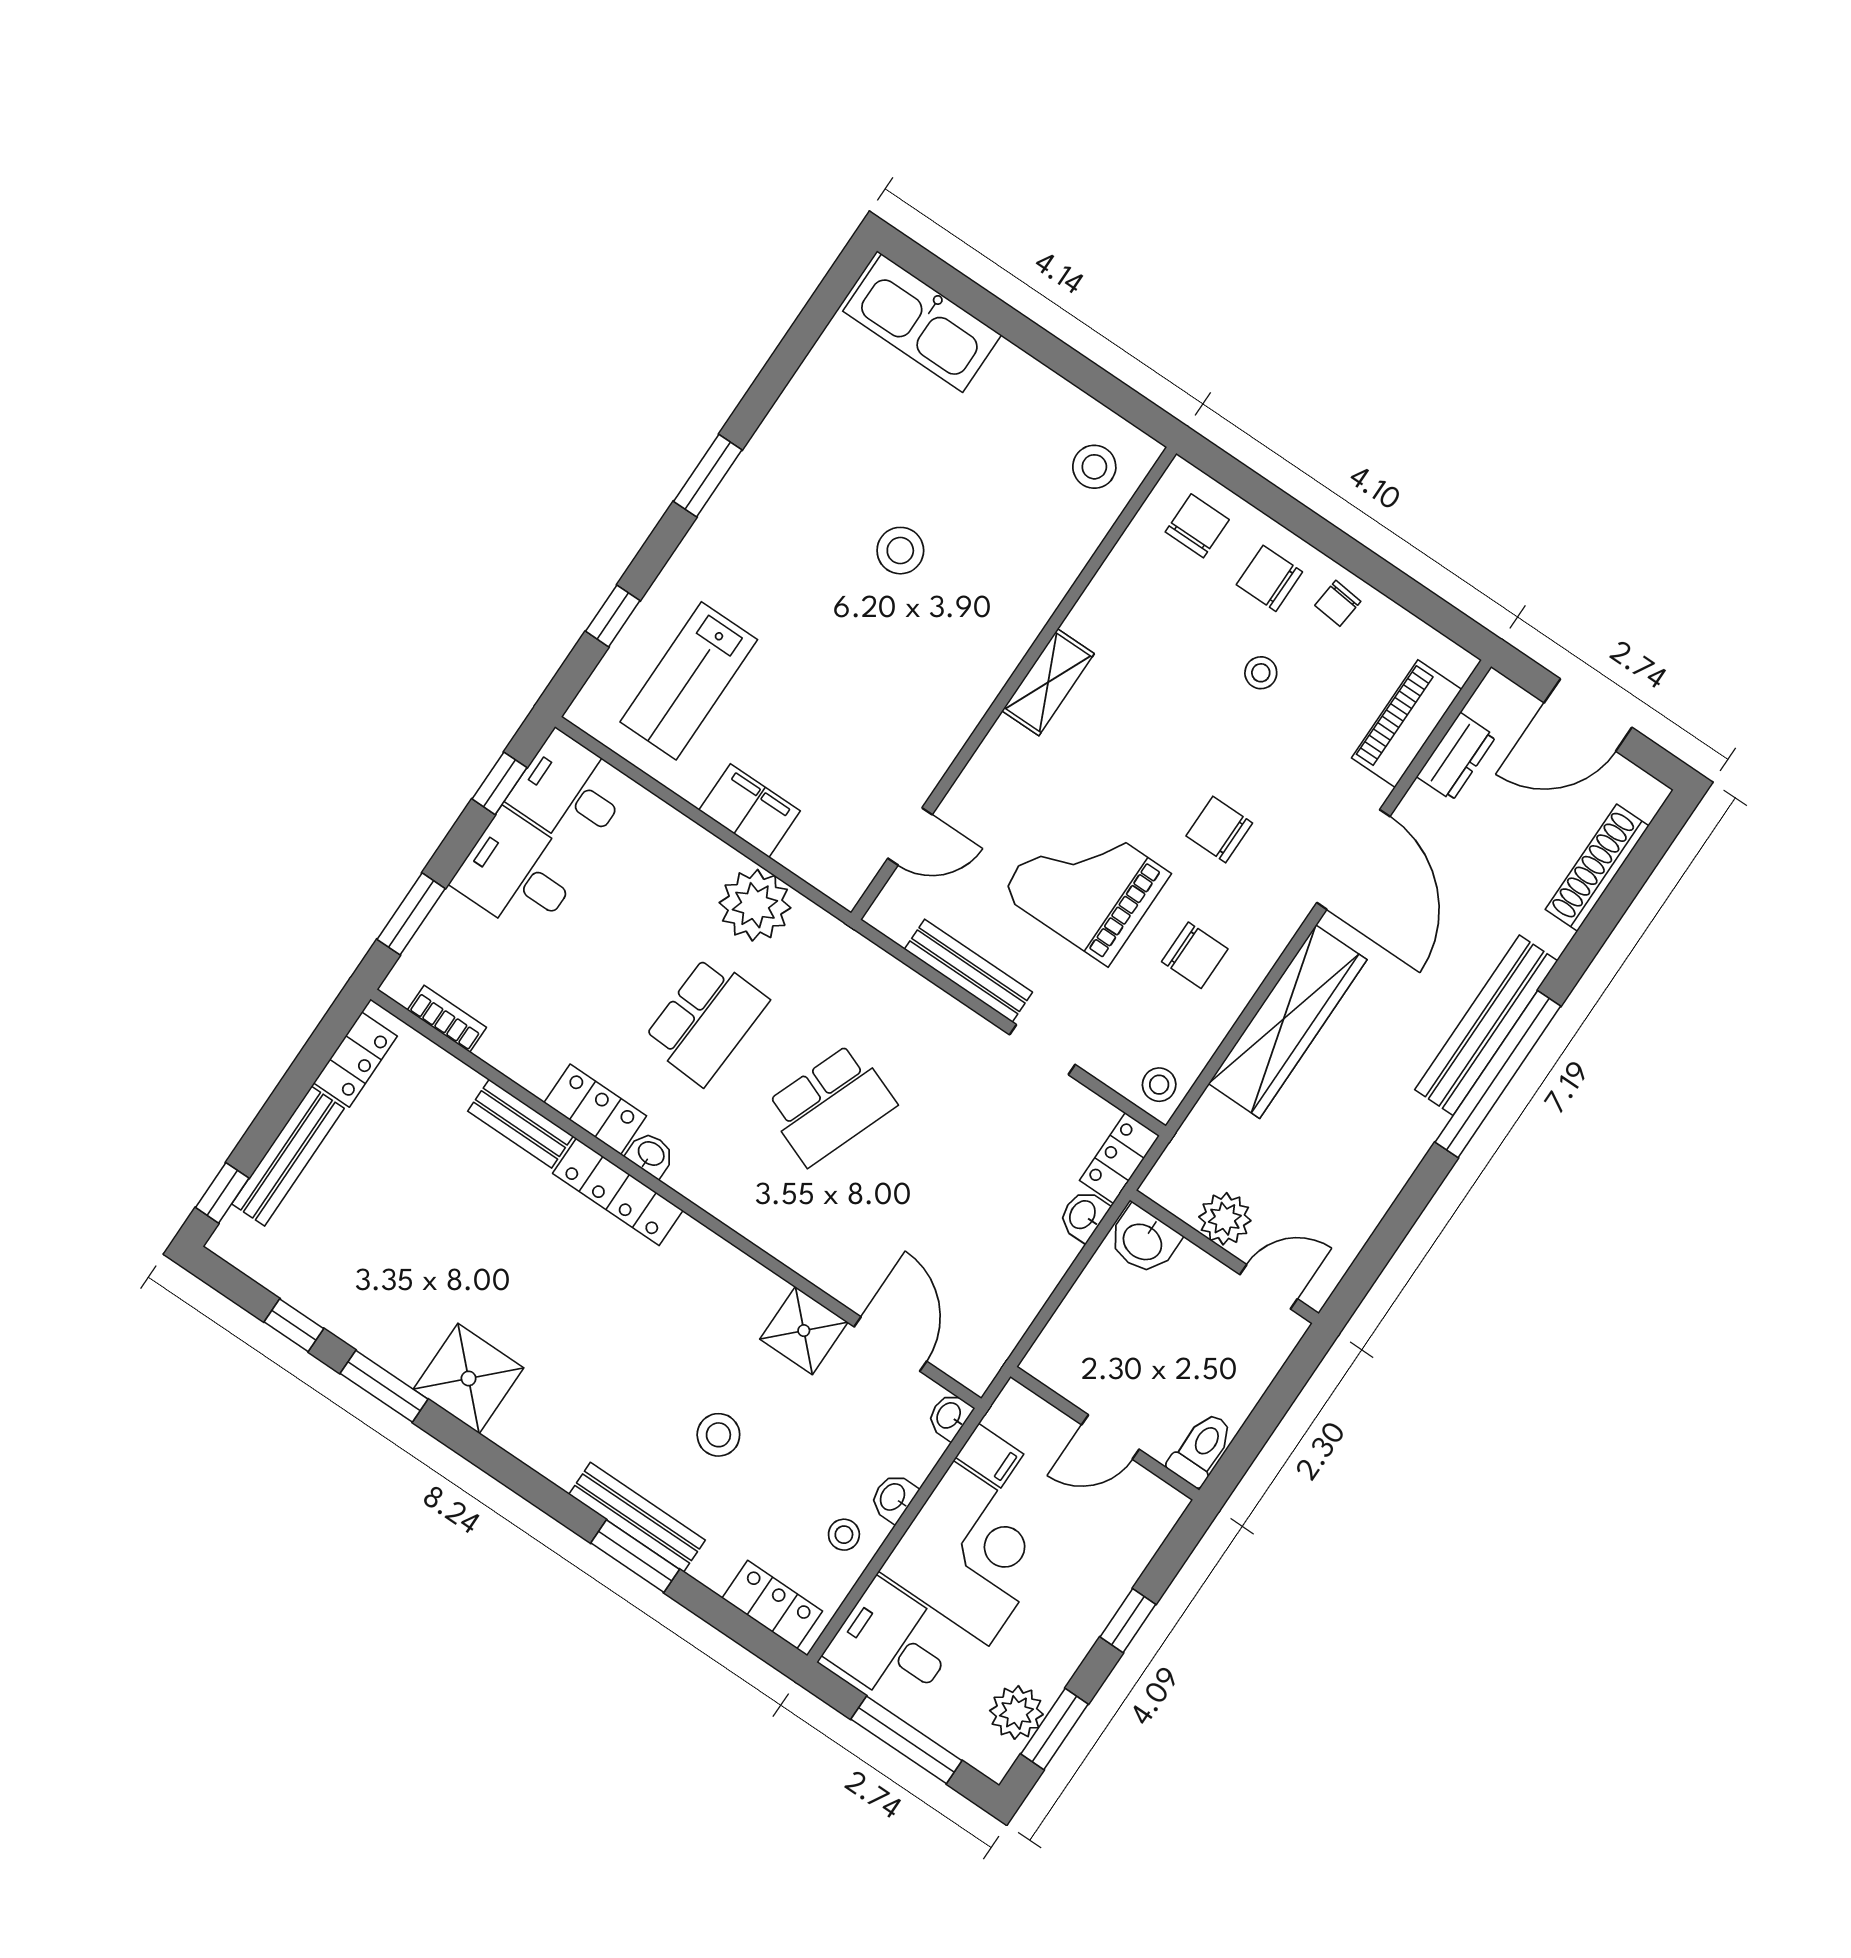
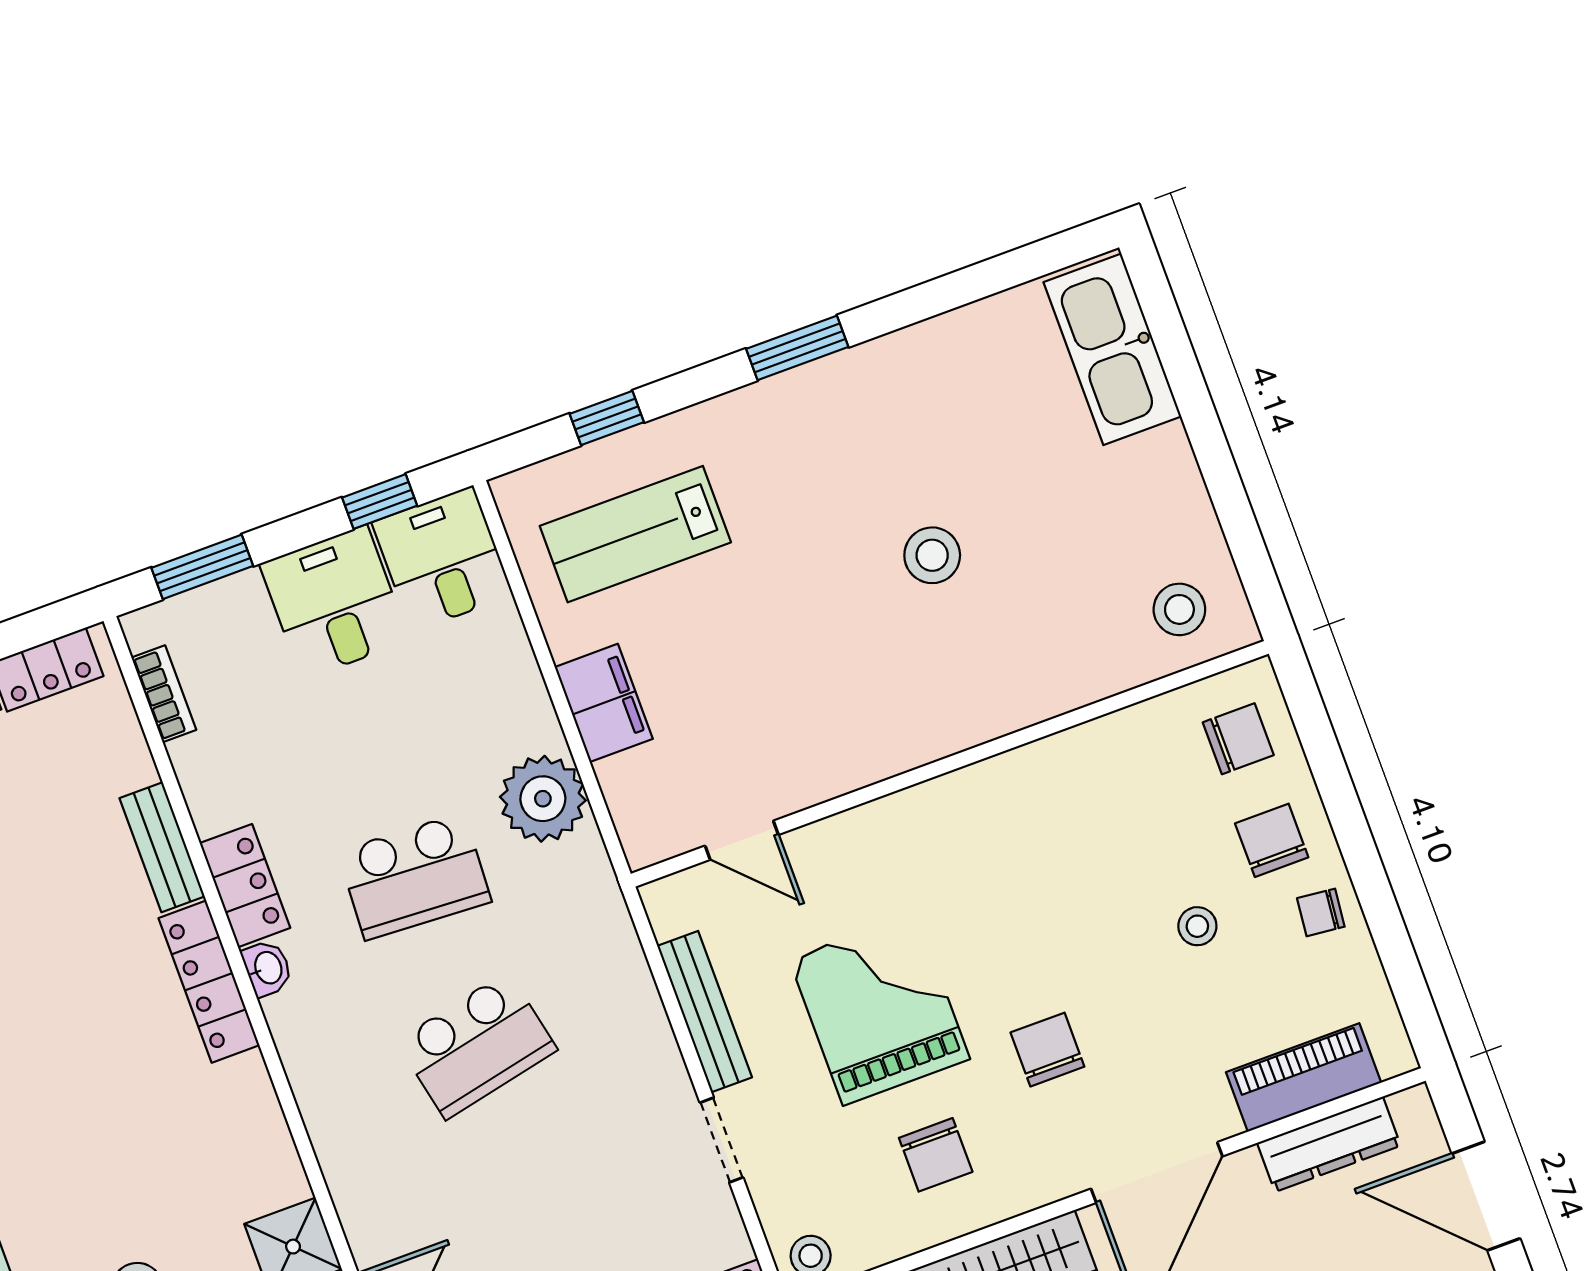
shelving: (1048, 682) -> (984, 787), removed
dresser: (1456, 757) -> (1329, 1144), width x1.44
school desk: (830, 1105) -> (477, 1046), turned -33

